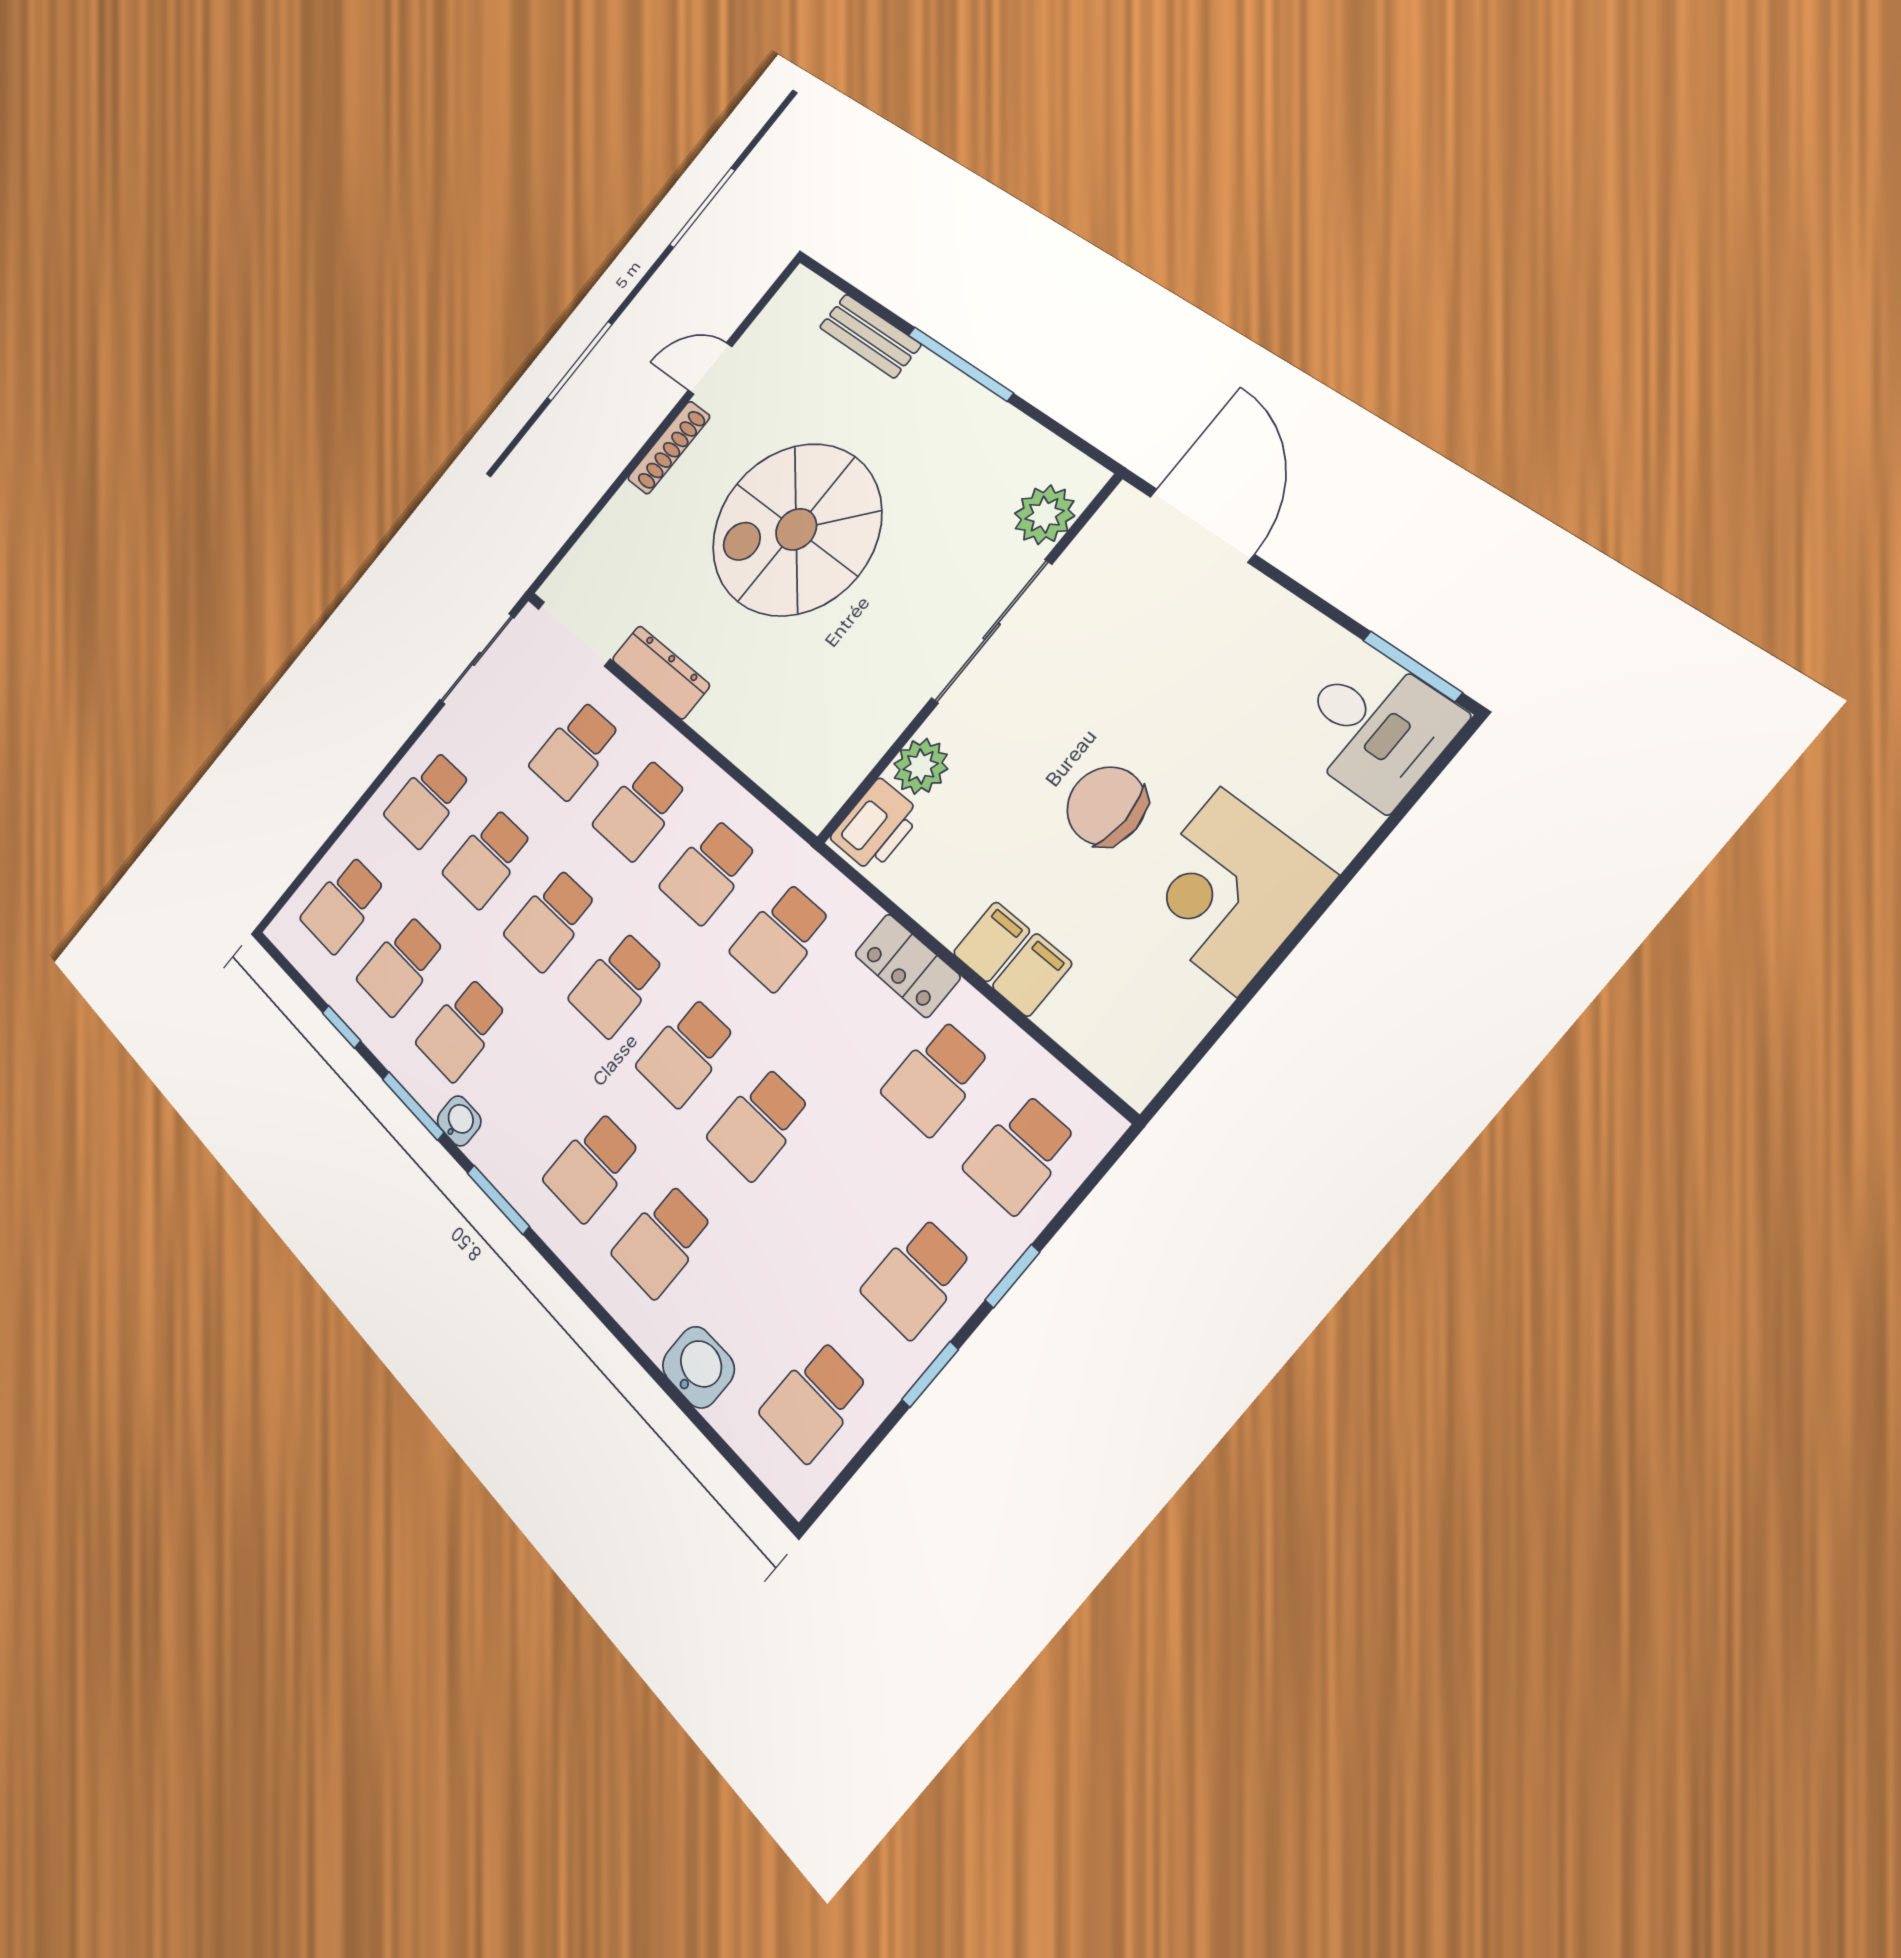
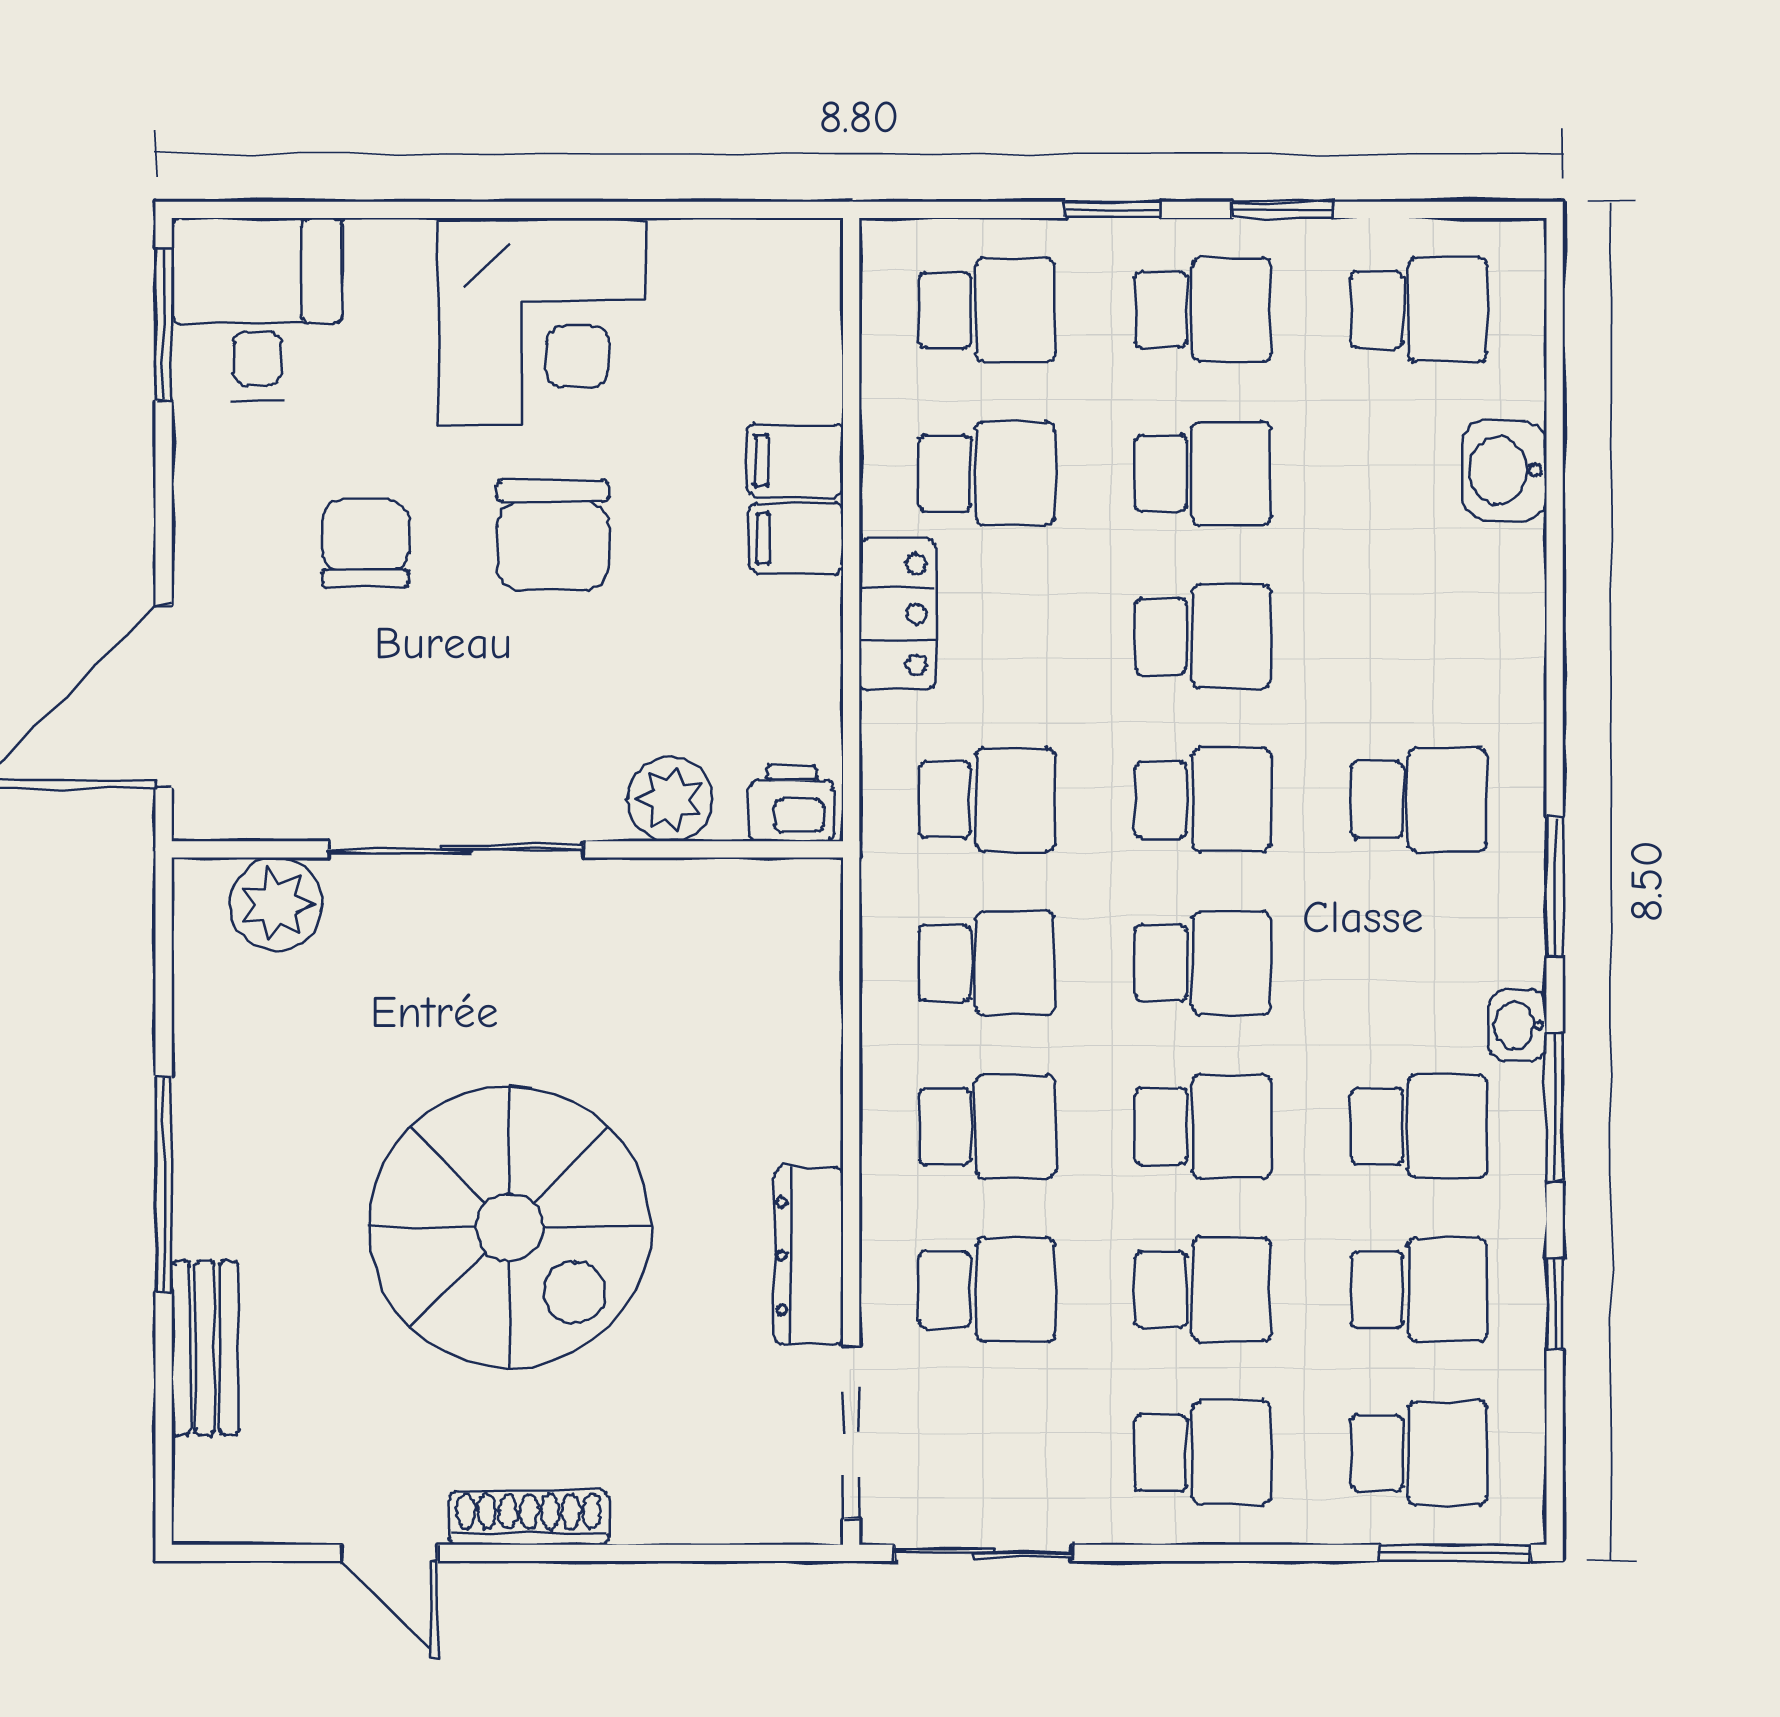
chair: (1190, 696) -> (365, 543), added
printer: (876, 826) -> (792, 803), width x0.73, depth x0.81
window: (295, 885) -> (1455, 1553), added
school desk: (662, 1241) -> (1203, 473), moved

